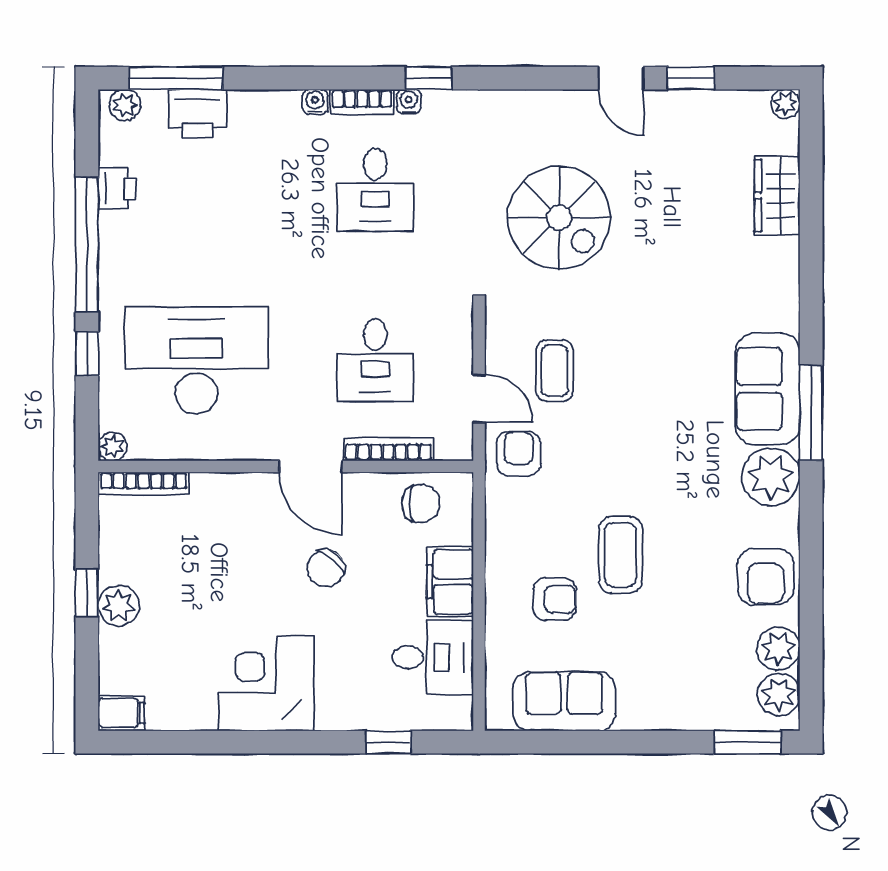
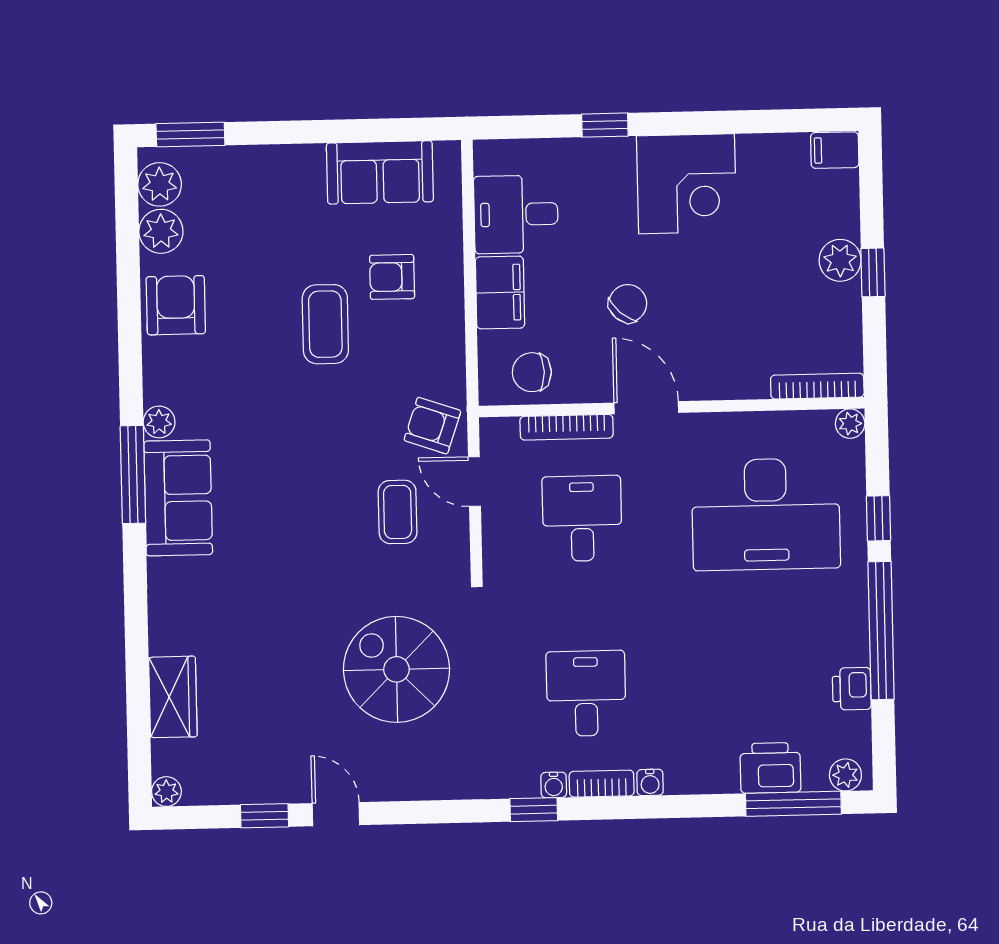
armchair: (519, 454) -> (432, 426), turned 109
plant: (771, 477) -> (159, 422), width x0.53, depth x0.53
window: (388, 742) -> (605, 125), moved

